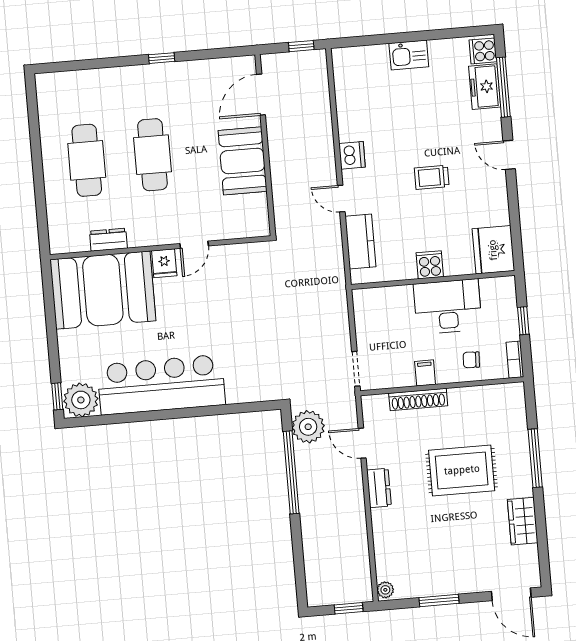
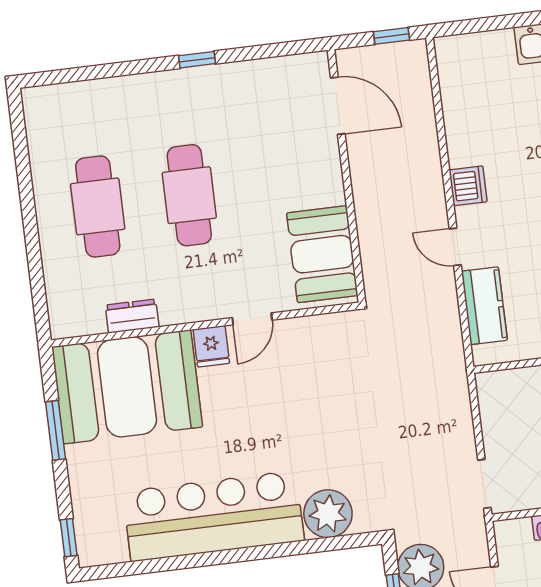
door: (261, 95) -> (338, 106), swing flipped
booth: (243, 161) -> (322, 254), moved
window: (51, 319) -> (55, 430), added
plant: (81, 400) -> (328, 514), moved

